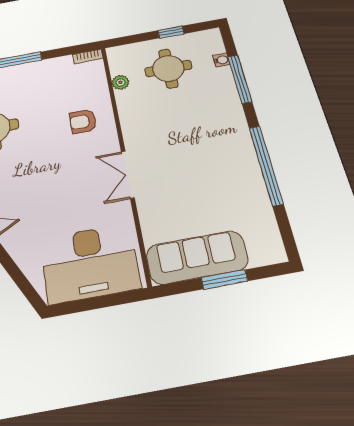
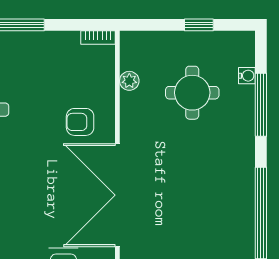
round table: (168, 68) -> (192, 93), moved
double door: (128, 175) -> (117, 195), width x1.87

